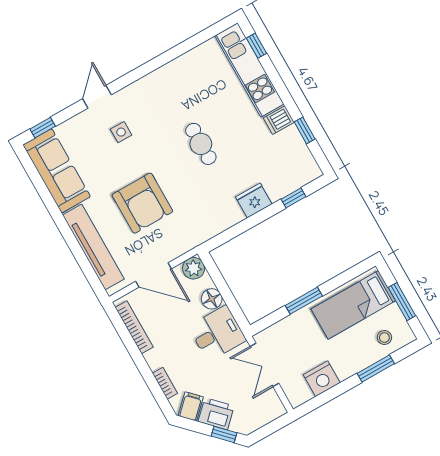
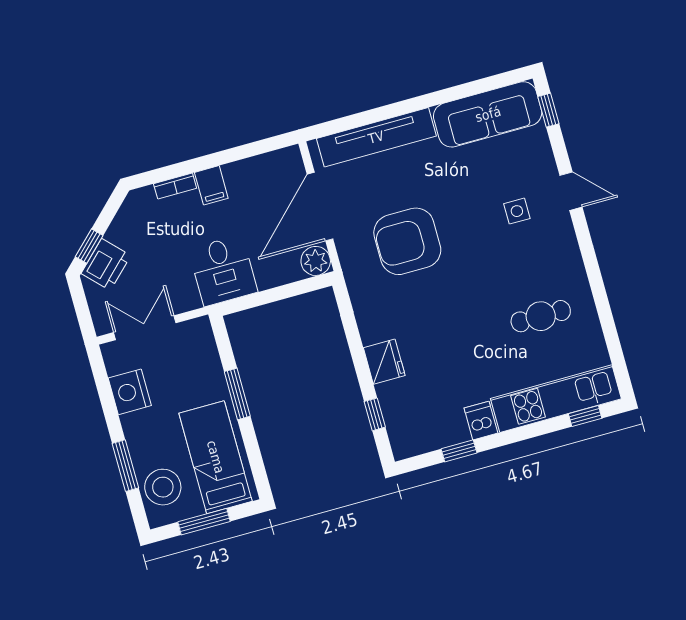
cafe table: (201, 144) -> (541, 316), moved
armchair: (142, 203) -> (407, 241), moved
door: (154, 275) -> (320, 207), width x1.36
floor lamp: (212, 299) -> (270, 275), removed
bookcase: (134, 327) -> (258, 164), removed
stool: (384, 338) -> (163, 487), width x1.89, depth x1.89
double door: (264, 365) -> (145, 328), moved
filing cabinet: (191, 406) -> (211, 185), moved, turned 44
printer: (216, 414) -> (106, 264), moved

